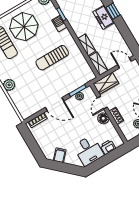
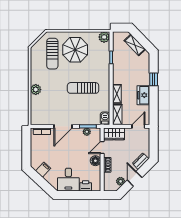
freezer: (104, 17) -> (143, 95), moved
barbecue: (59, 24) -> (105, 118), moved
door: (124, 63) -> (138, 126), hinge flipped
door: (55, 104) -> (63, 126), hinge flipped

